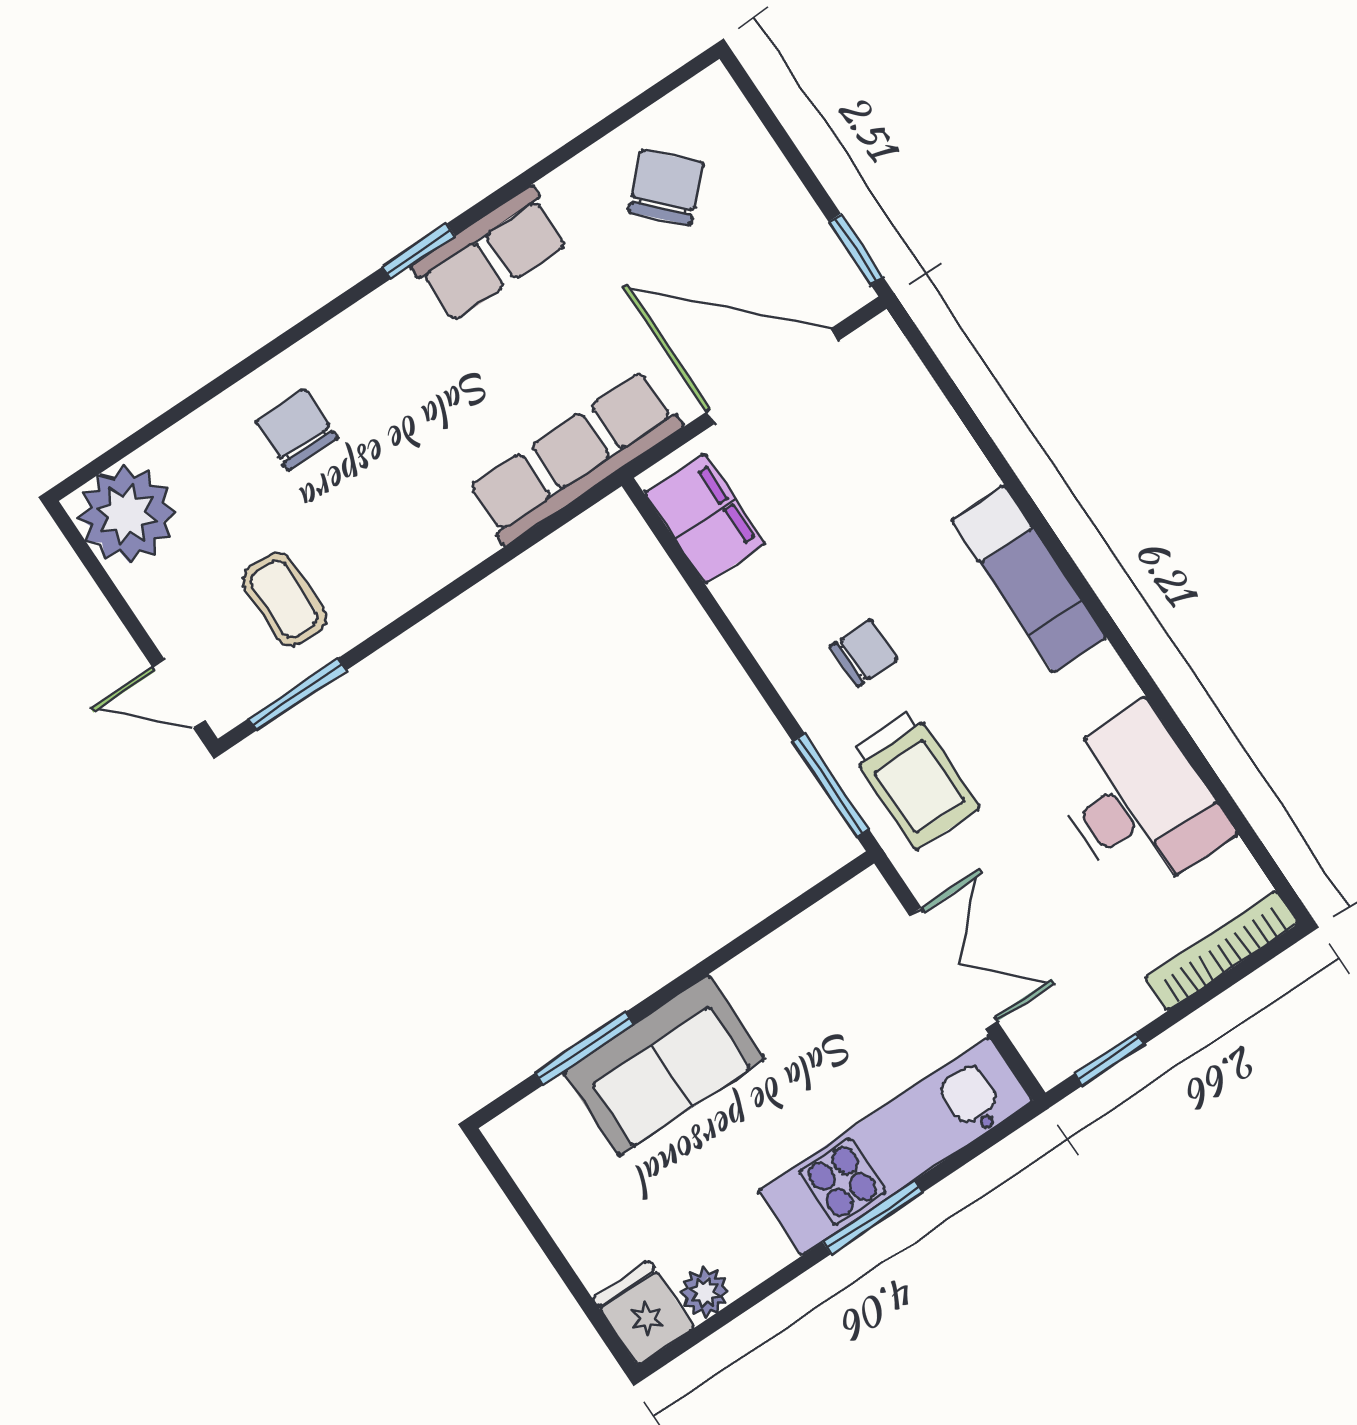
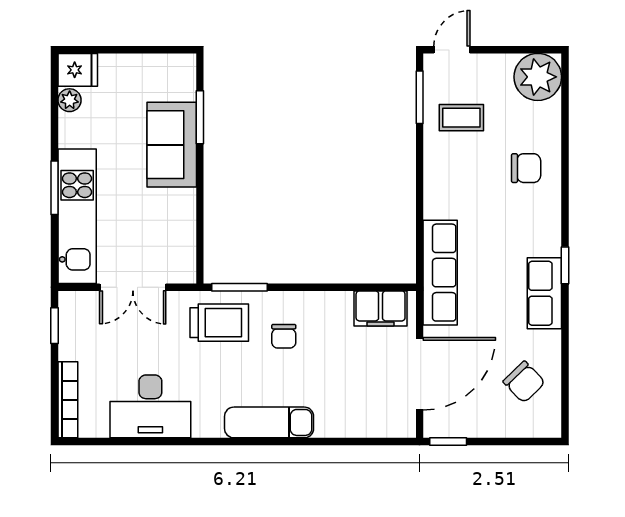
trolley: (915, 779) -> (219, 323), turned 180

